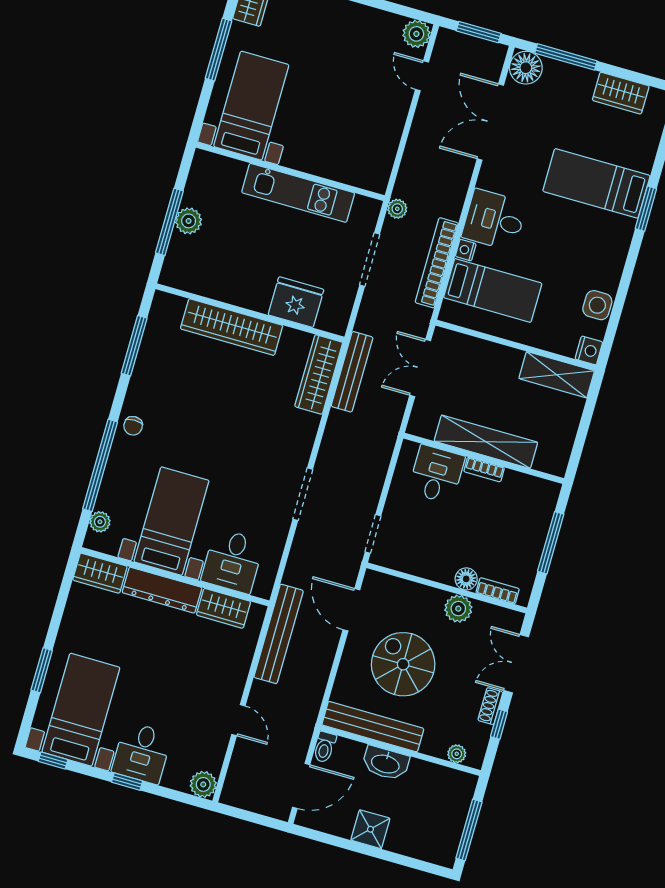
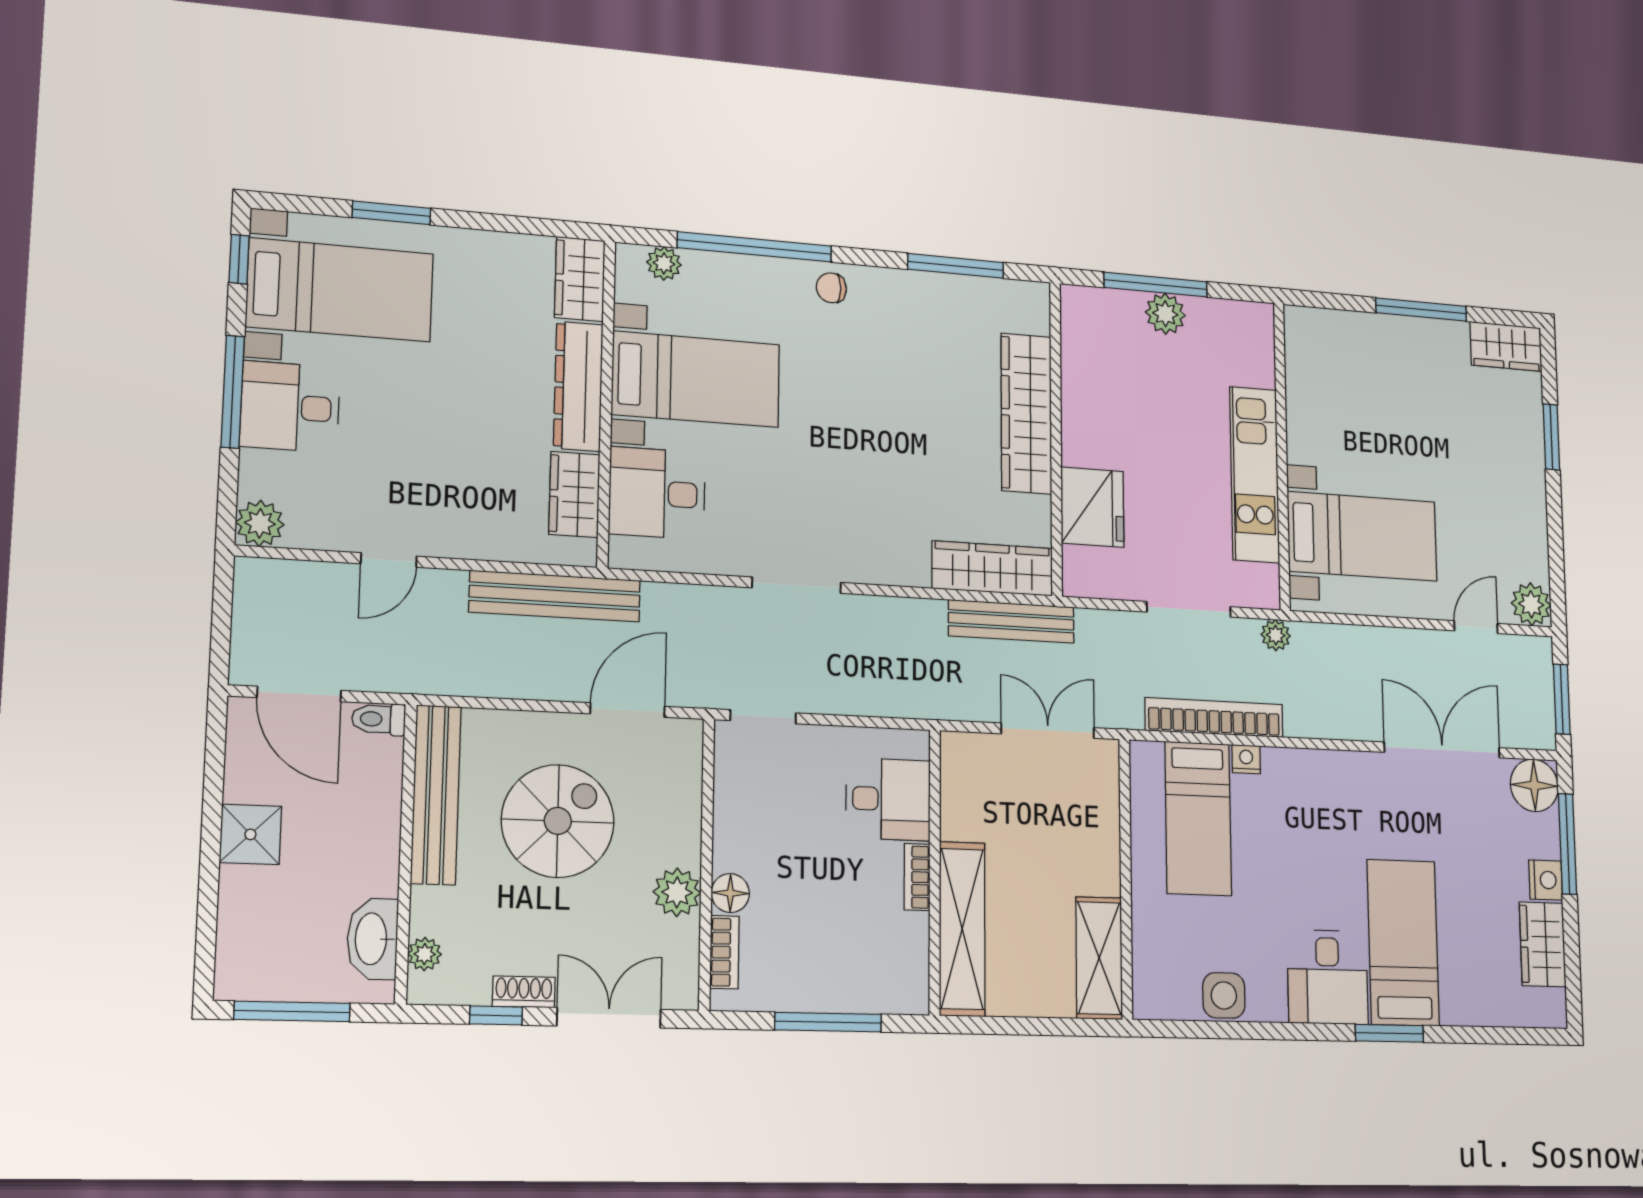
bed with nightstands: (251, 106) -> (1362, 536), moved
desk: (494, 220) -> (1328, 977), moved, turned 180
nightstand: (589, 350) -> (1546, 880), moved, turned -90
shelving: (486, 442) -> (962, 929), moved
washbasin: (386, 763) -> (372, 939), moved
window: (127, 782) -> (233, 392), width x2.17

